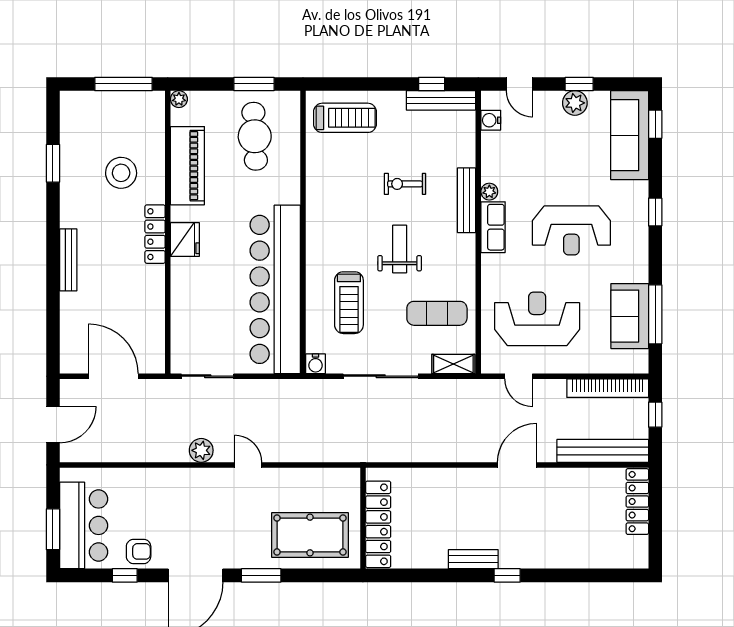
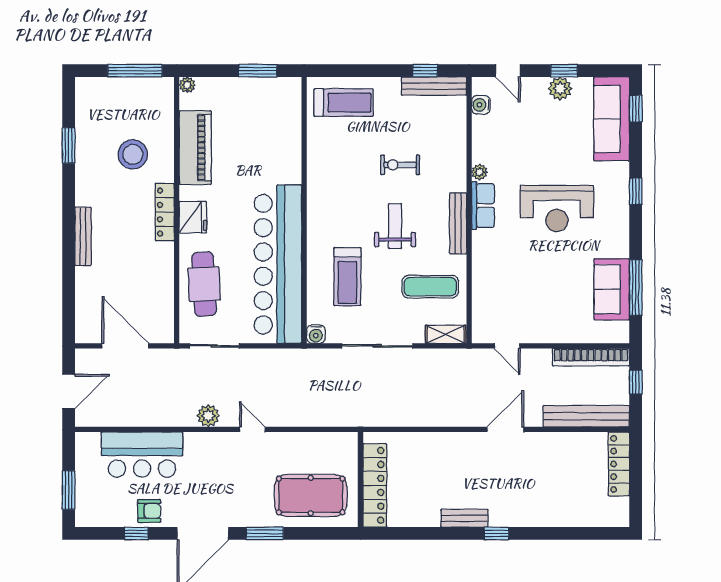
cafe table: (255, 136) -> (204, 284), moved
bench: (467, 200) -> (458, 223), moved
reception desk: (537, 319) -> (524, 292), removed
bar counter: (84, 525) -> (142, 455), moved, turned 90

